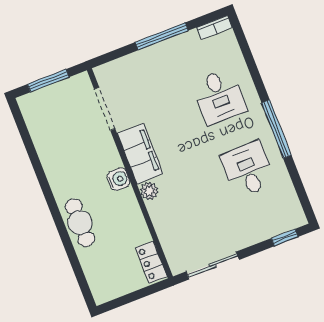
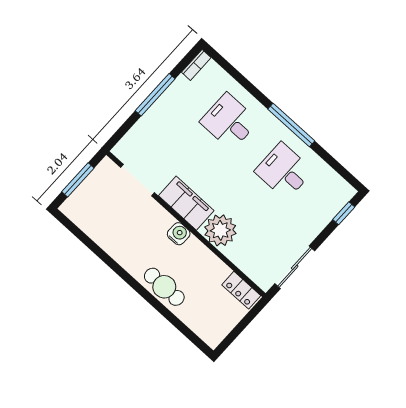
desk: (219, 96) -> (229, 121), turned 180
plant: (149, 191) -> (220, 230), width x1.88, depth x1.88

